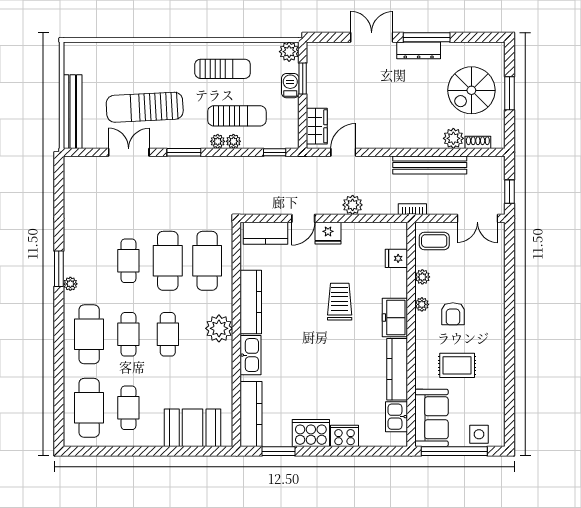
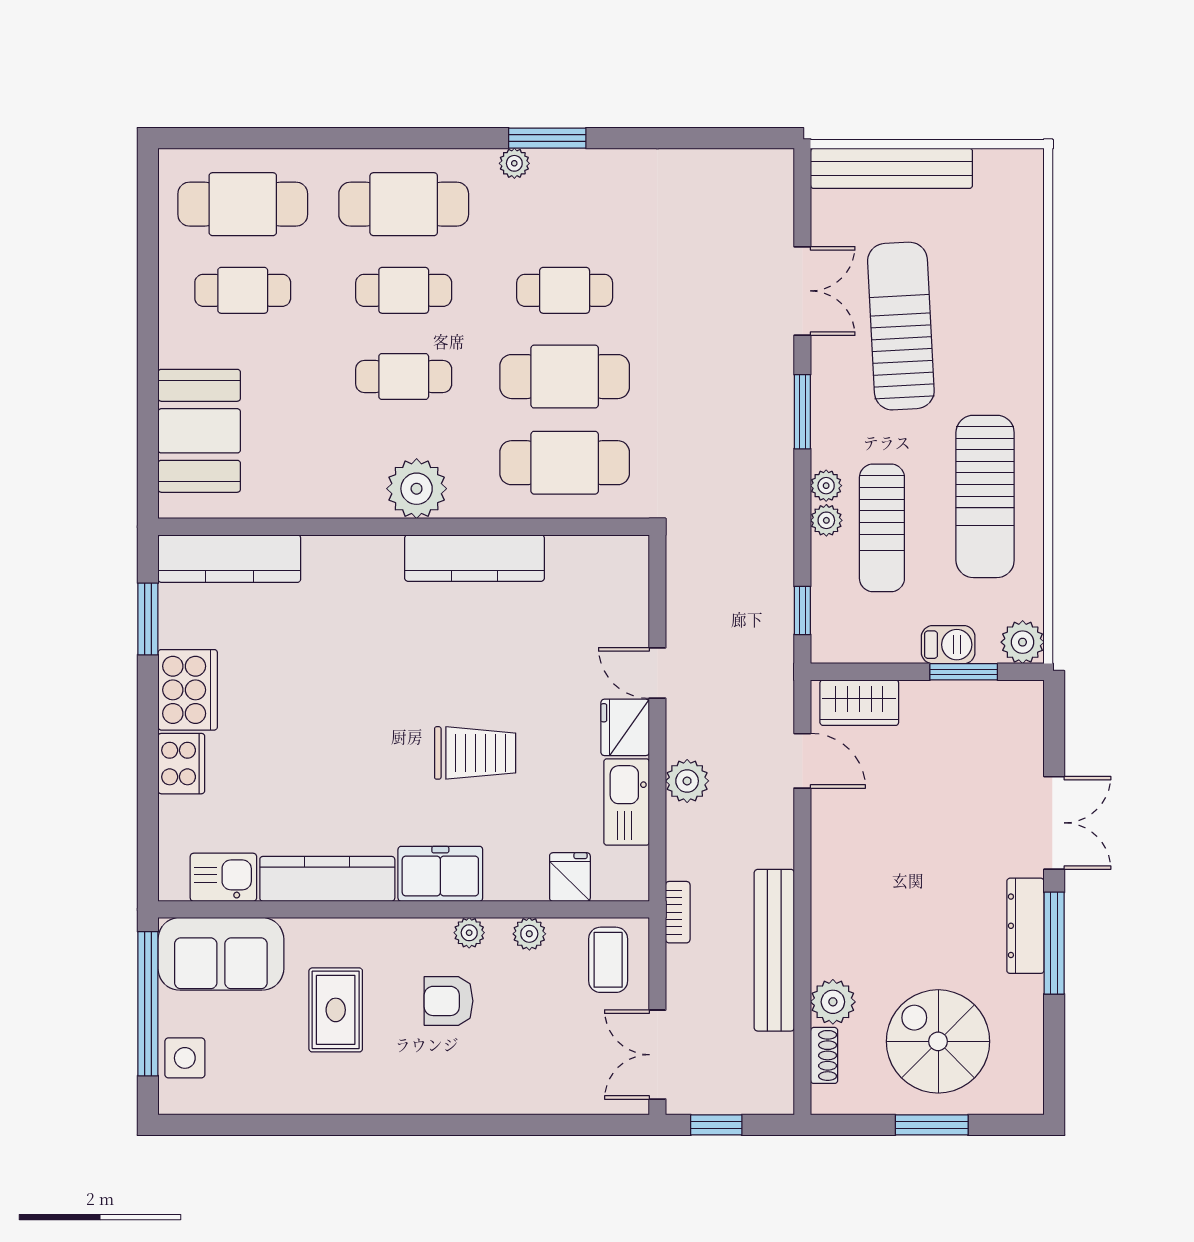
sun lounger: (223, 69) -> (985, 496), width x1.36, depth x1.34
kitchen counter: (266, 233) -> (625, 591), removed
kitchen sink: (250, 355) -> (627, 802), moved, turned 90

